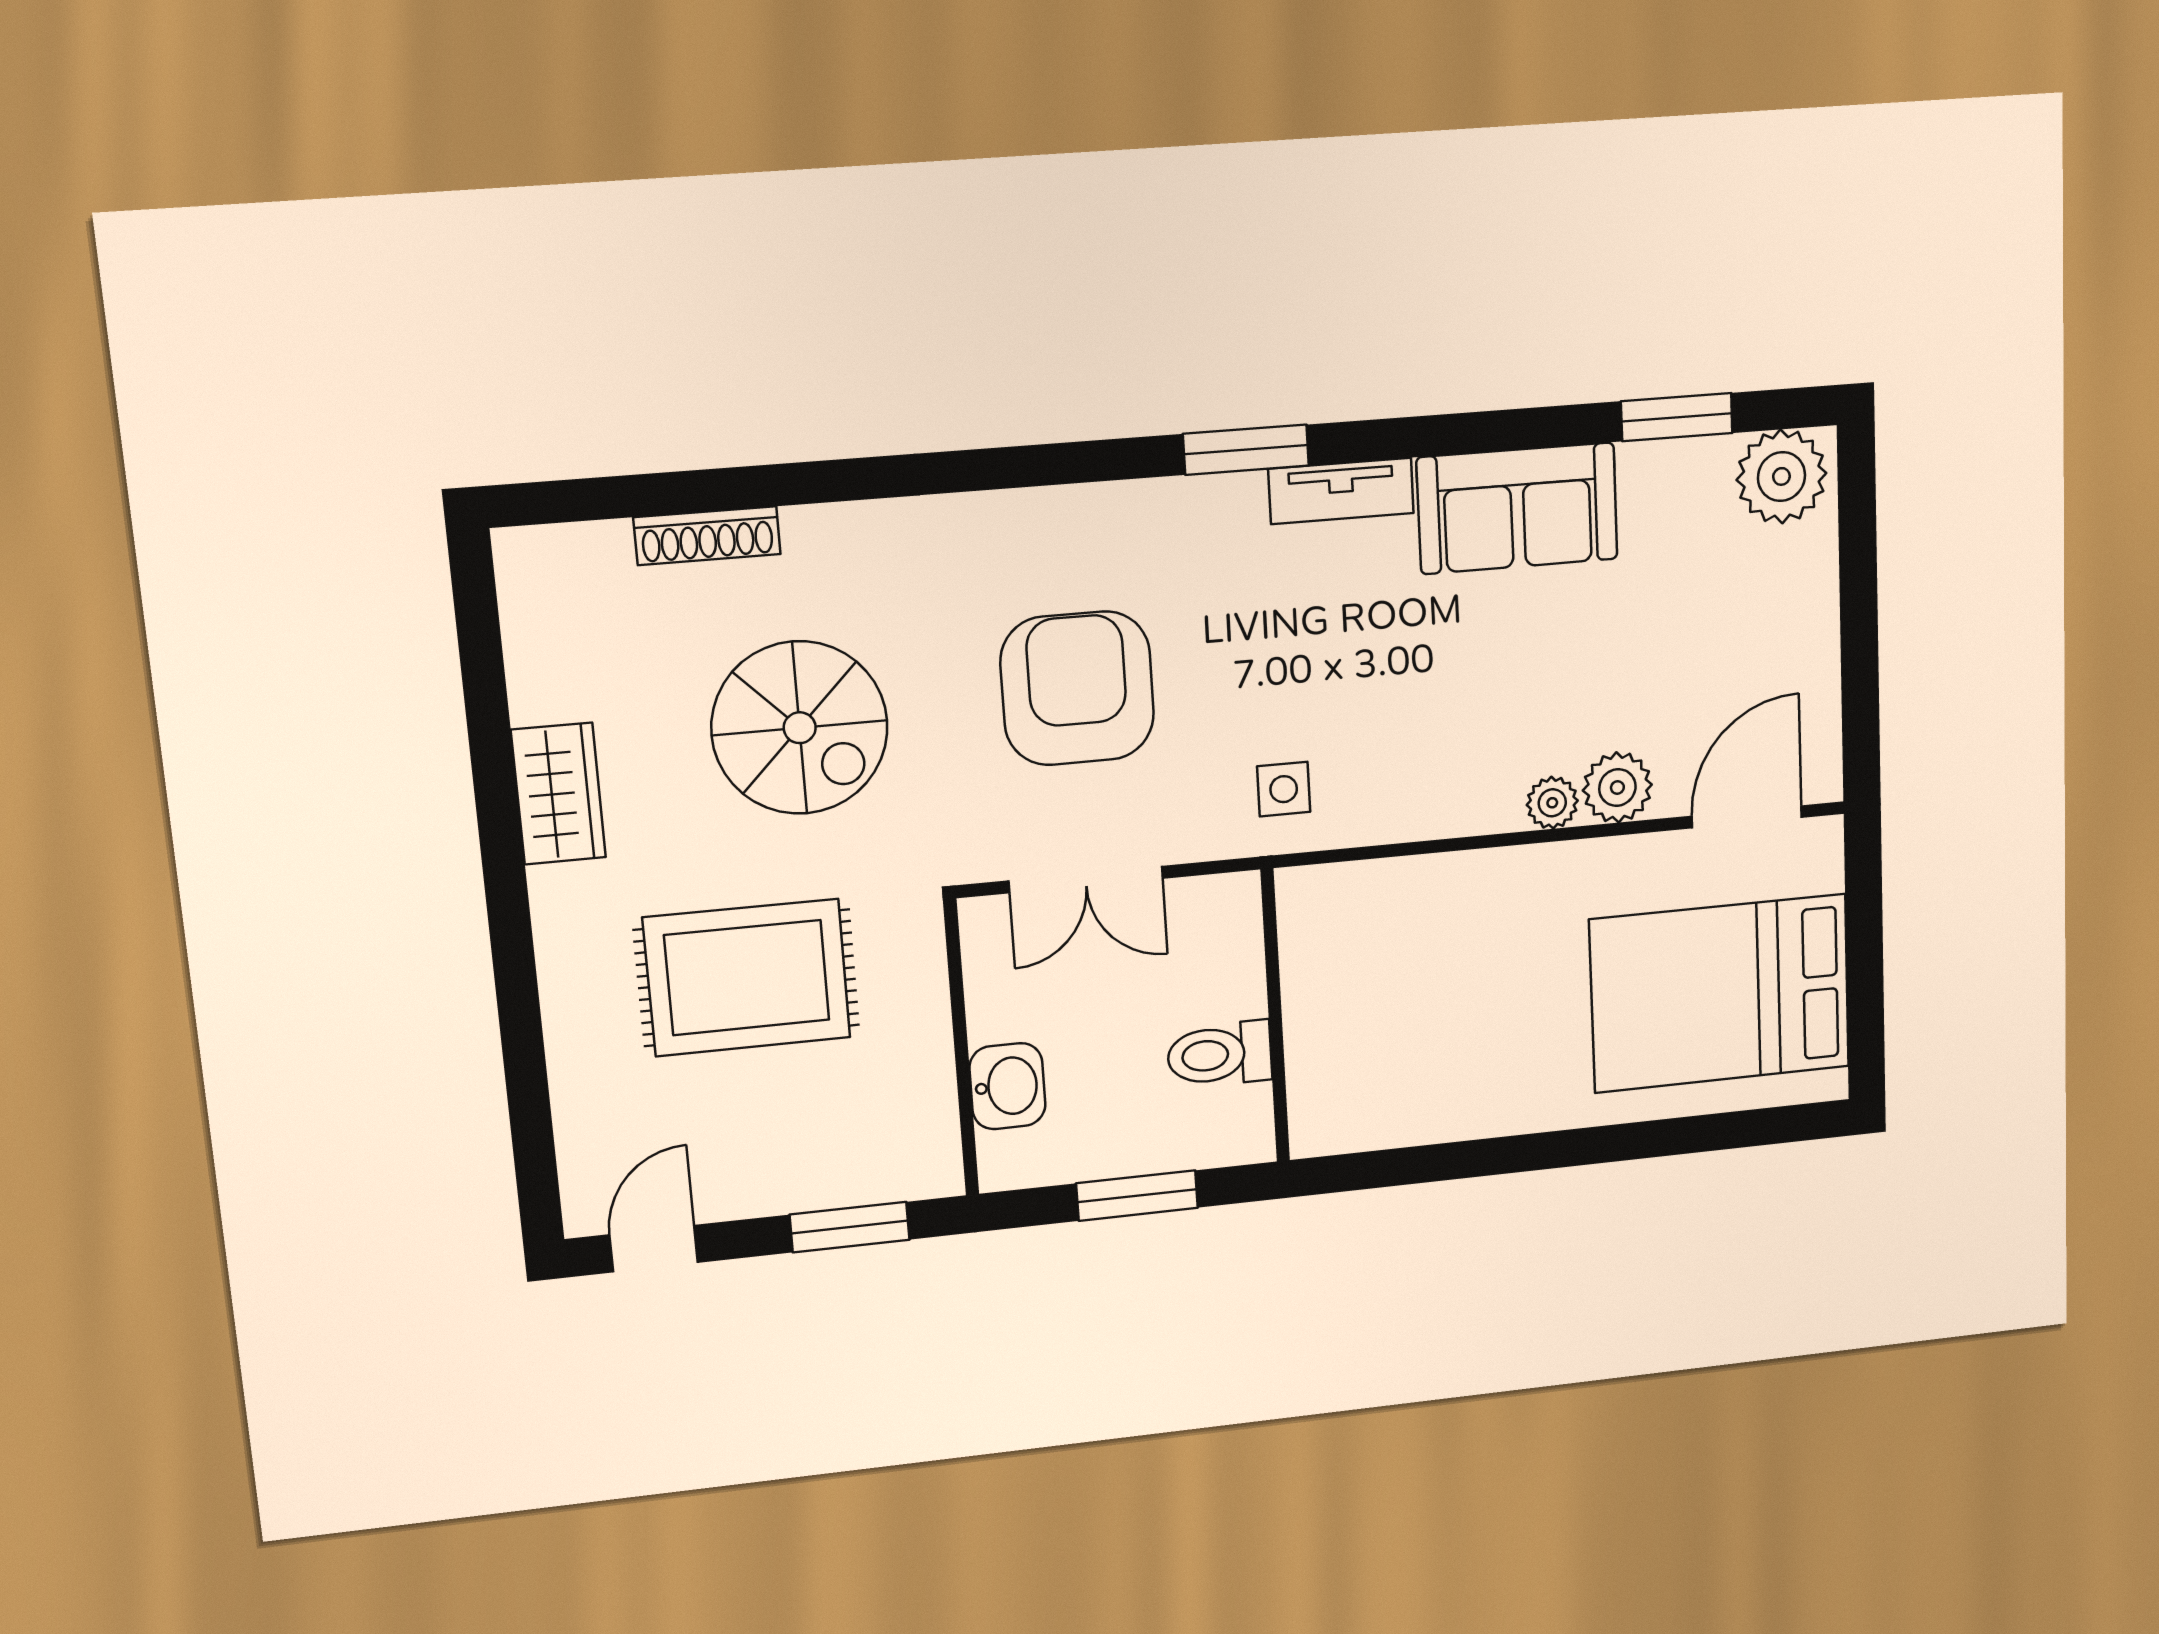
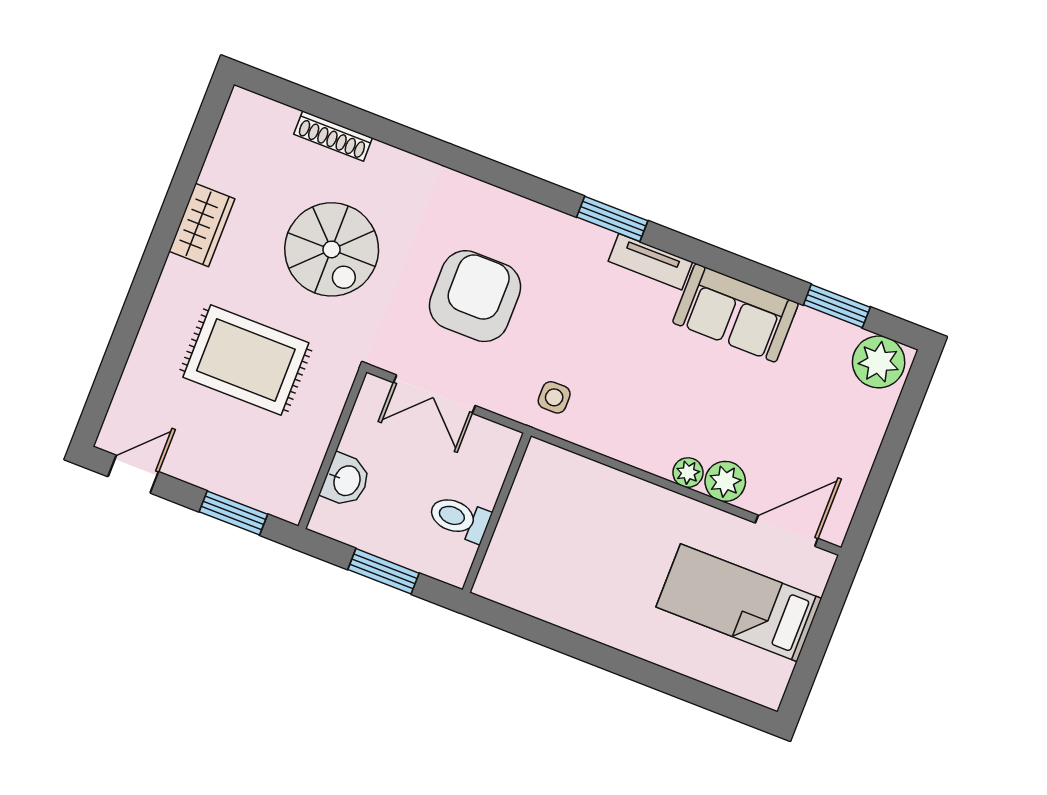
bed: (1720, 993) -> (739, 603), width x0.67

